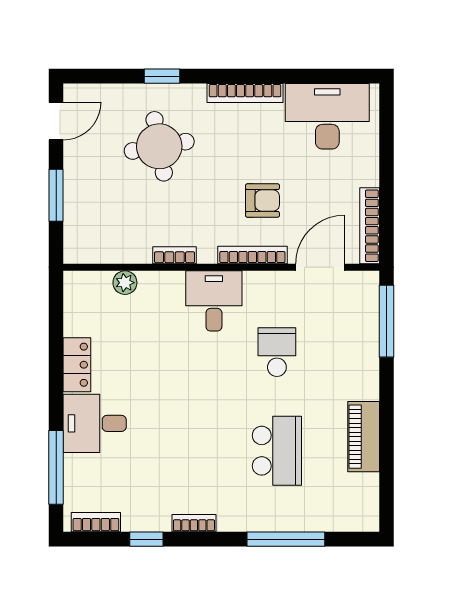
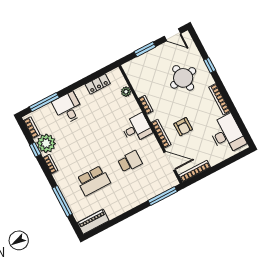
locker: (77, 365) -> (98, 84), moved
piano: (364, 437) -> (93, 222), moved
plant: (145, 509) -> (46, 143), added

